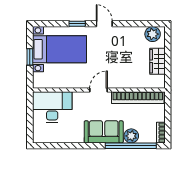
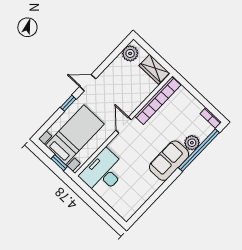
door: (99, 90) -> (124, 125), moved
wall: (99, 90) -> (124, 125), moved
bookcase: (138, 98) -> (158, 101), moved
desk: (52, 107) -> (103, 172), moved

